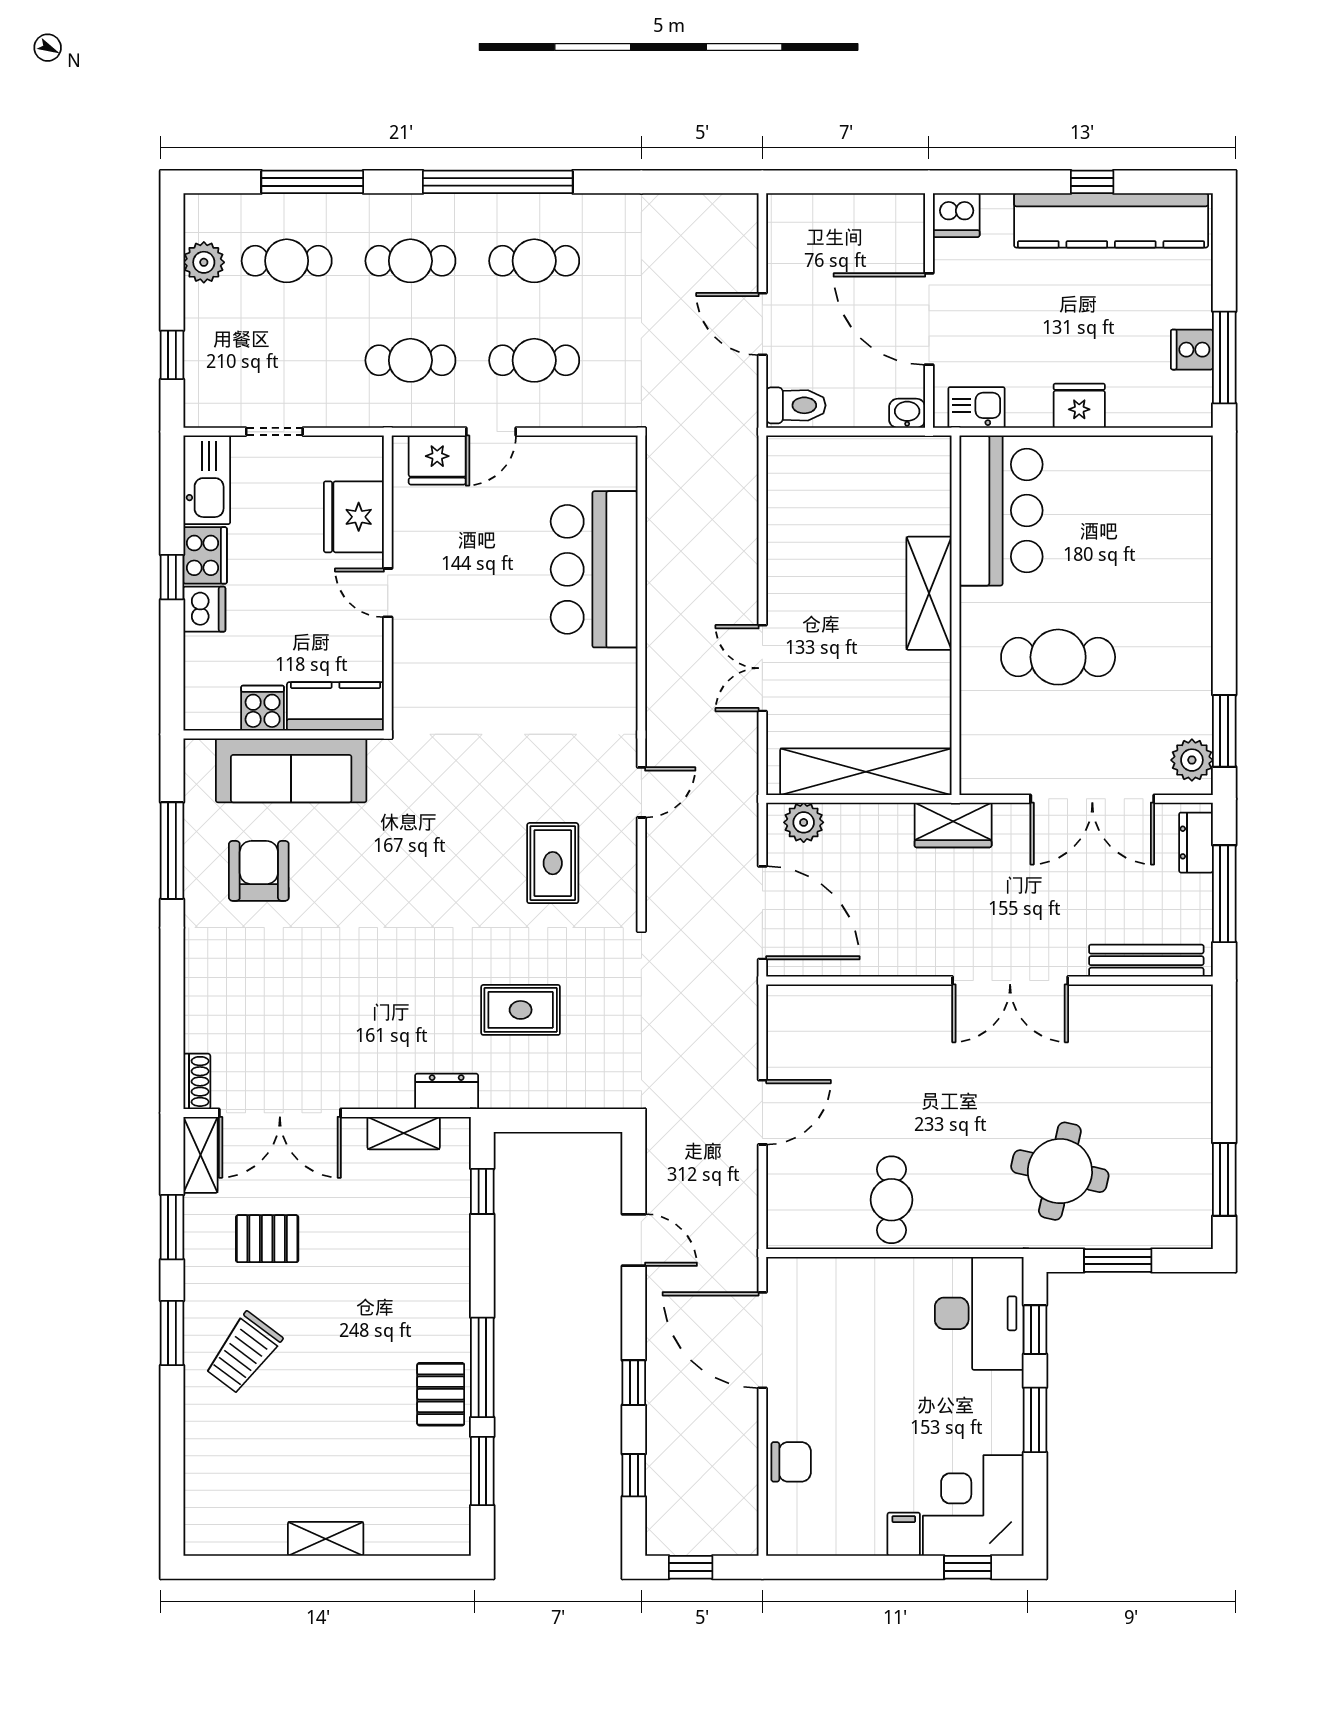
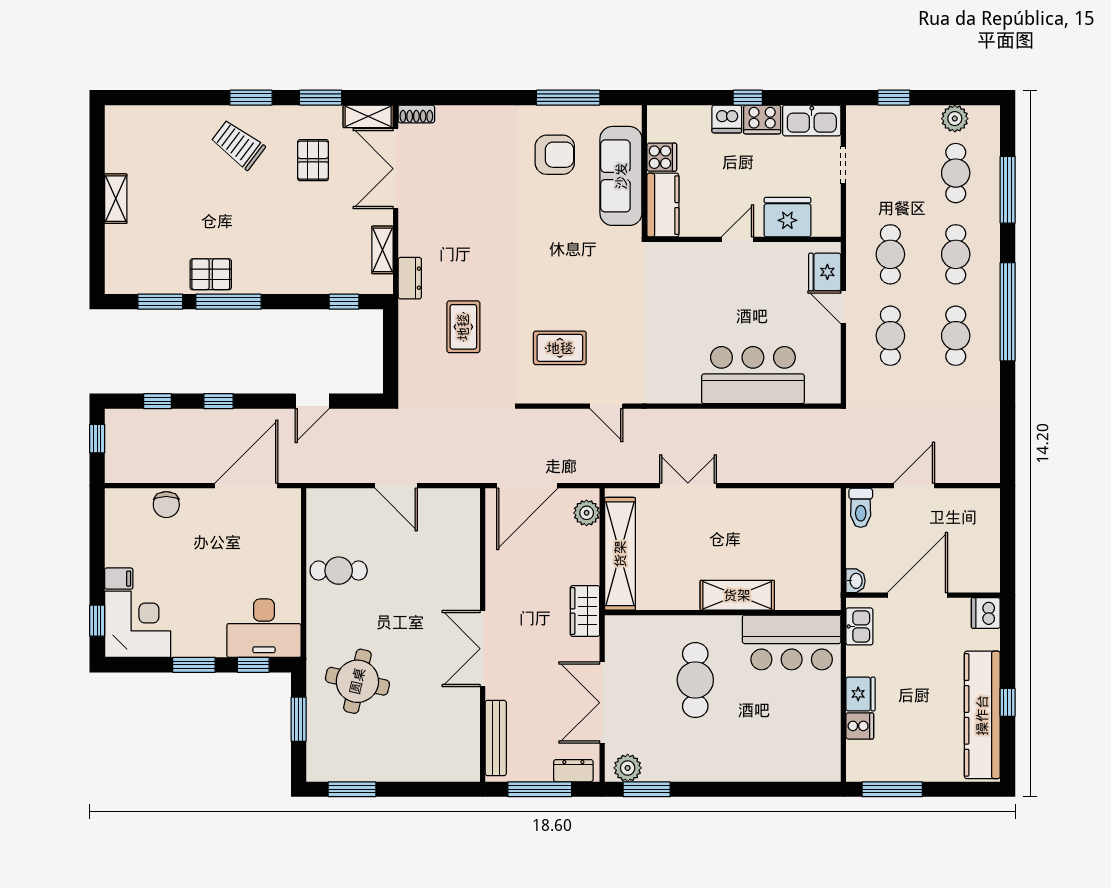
cooker: (1192, 350) -> (860, 726), moved, turned 90

